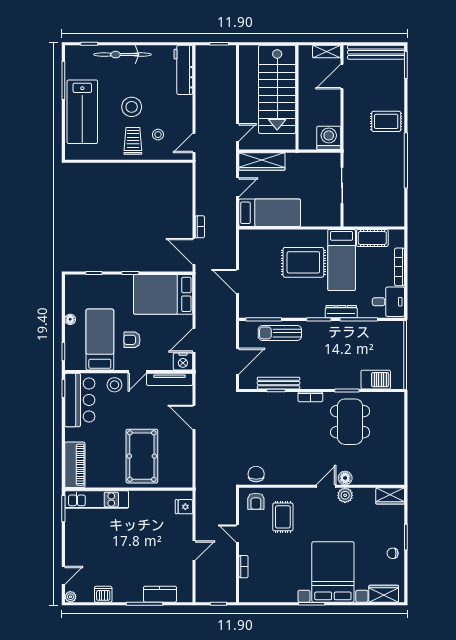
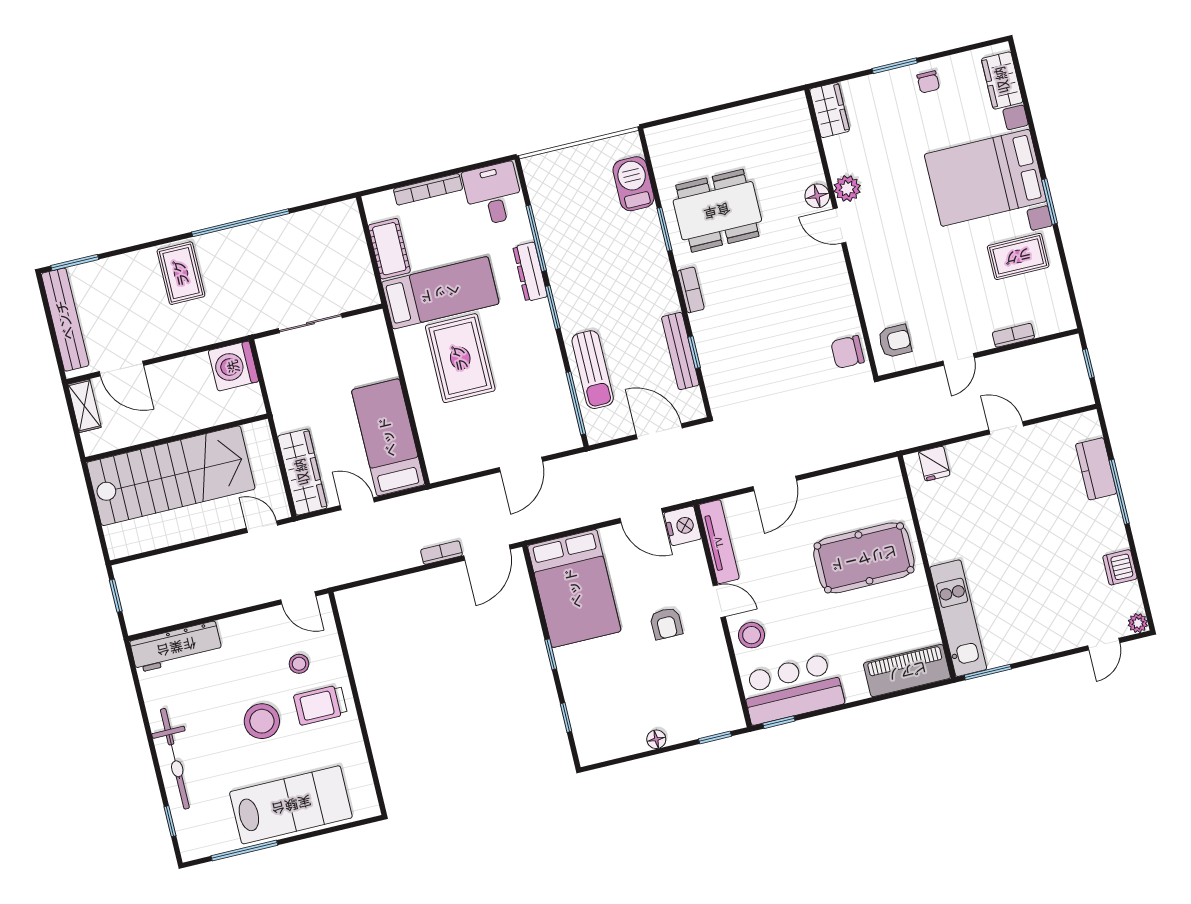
bed: (100, 340) -> (679, 679), removed
rug: (283, 517) -> (1018, 256), moved
door: (63, 575) -> (1104, 644), swing flipped

